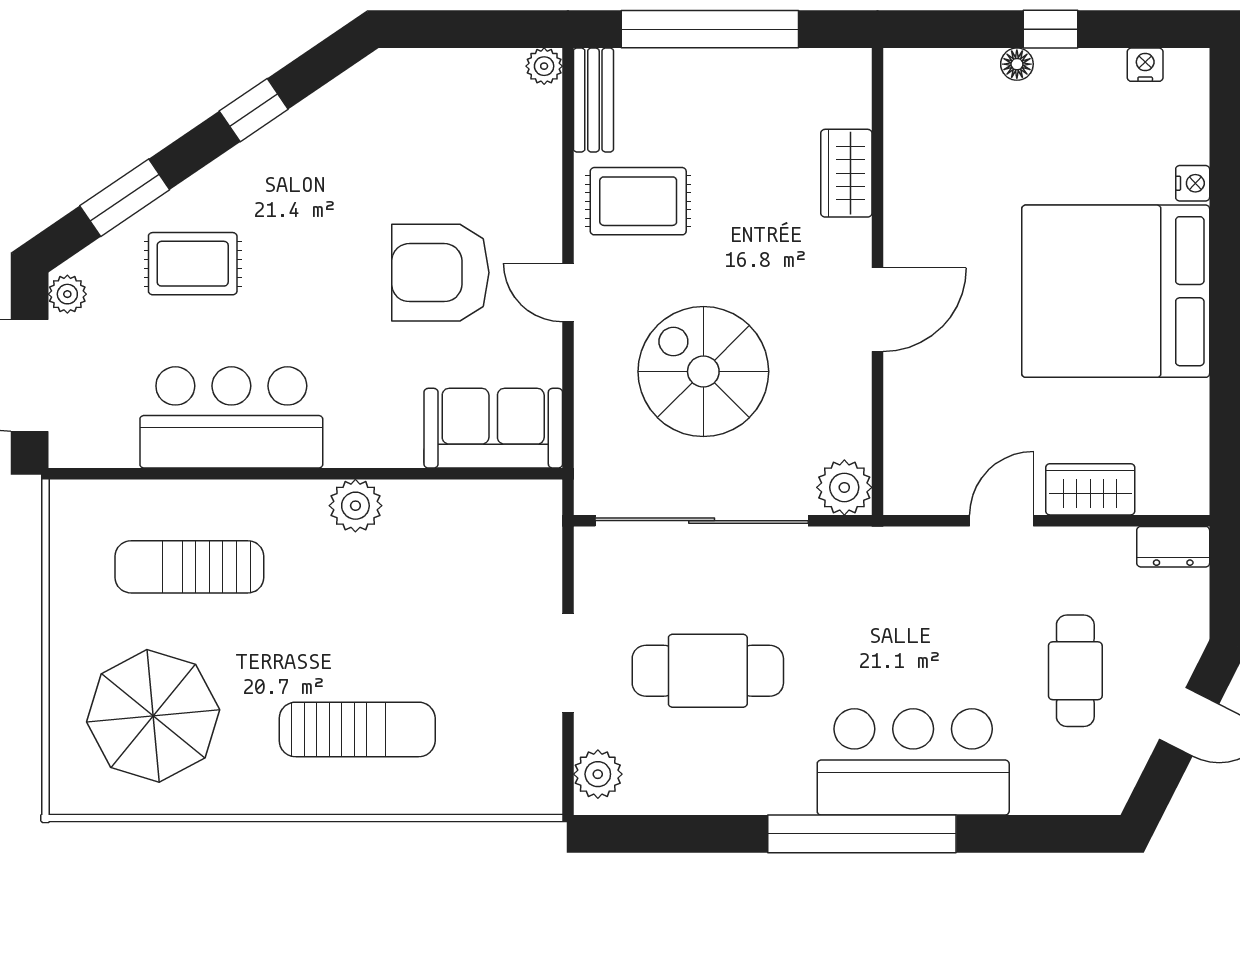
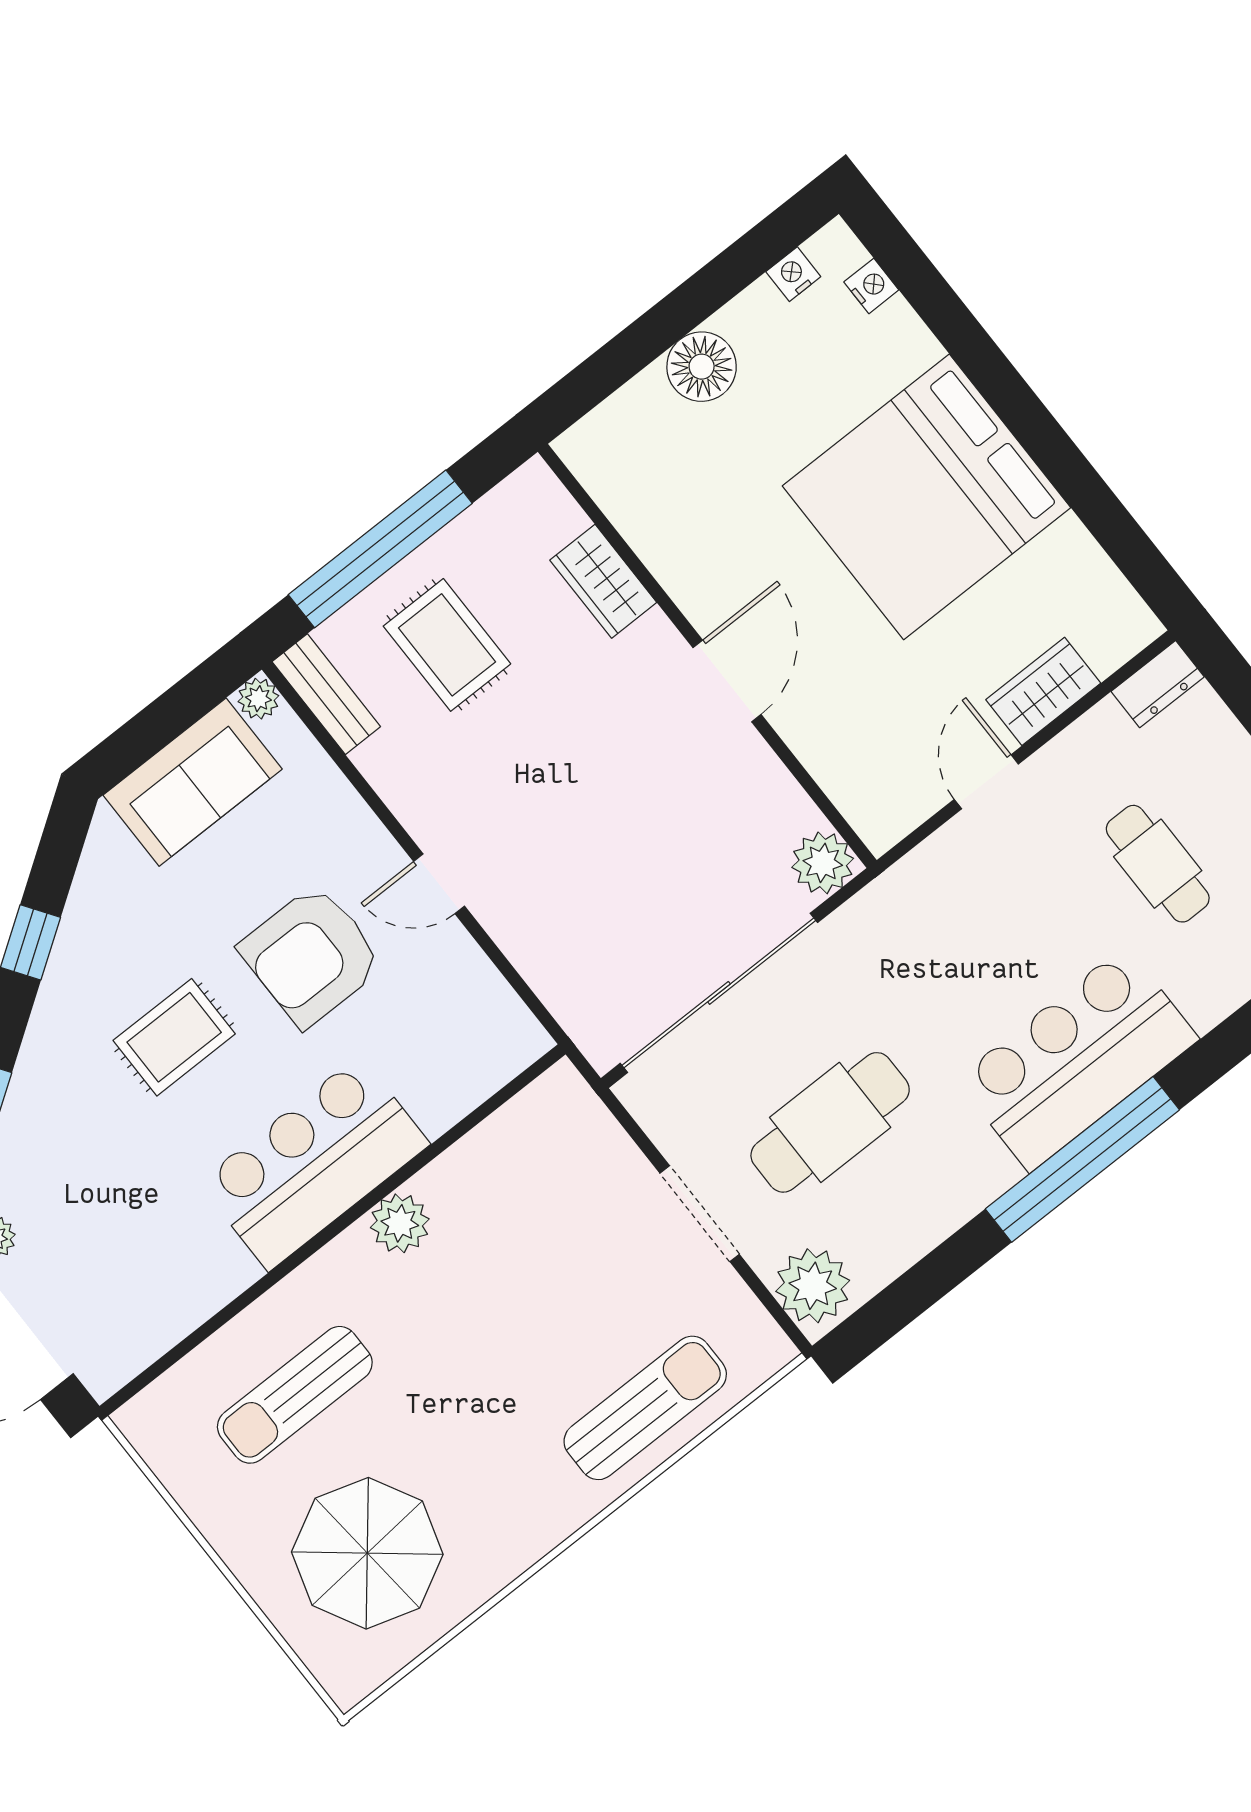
window: (1050, 29) -> (684, 309), removed
floor lamp: (1017, 64) -> (702, 367), width x1.89, depth x1.89
nightstand: (1193, 183) -> (871, 286), moved
rug: (638, 201) -> (447, 645), moved, turned 90
rug: (193, 264) -> (174, 1037), moved
spiral stairs: (703, 372) -> (615, 859), removed
bar counter: (231, 417) -> (314, 1163), moved
sofa: (493, 428) -> (193, 782), moved, turned 180
sun lounger: (357, 729) -> (645, 1408), moved
plant: (598, 774) -> (813, 1286), width x1.36, depth x1.36

